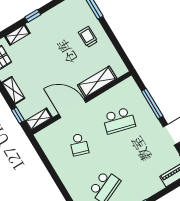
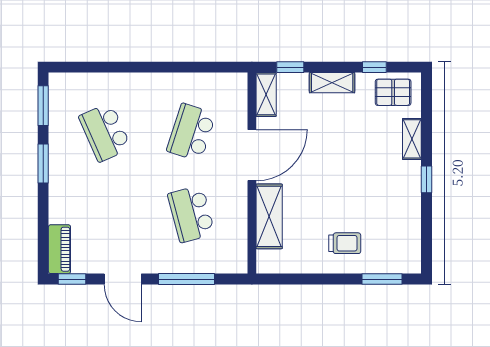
school desk: (119, 121) -> (191, 214), turned -30
school desk: (79, 145) -> (191, 132), width x1.85

